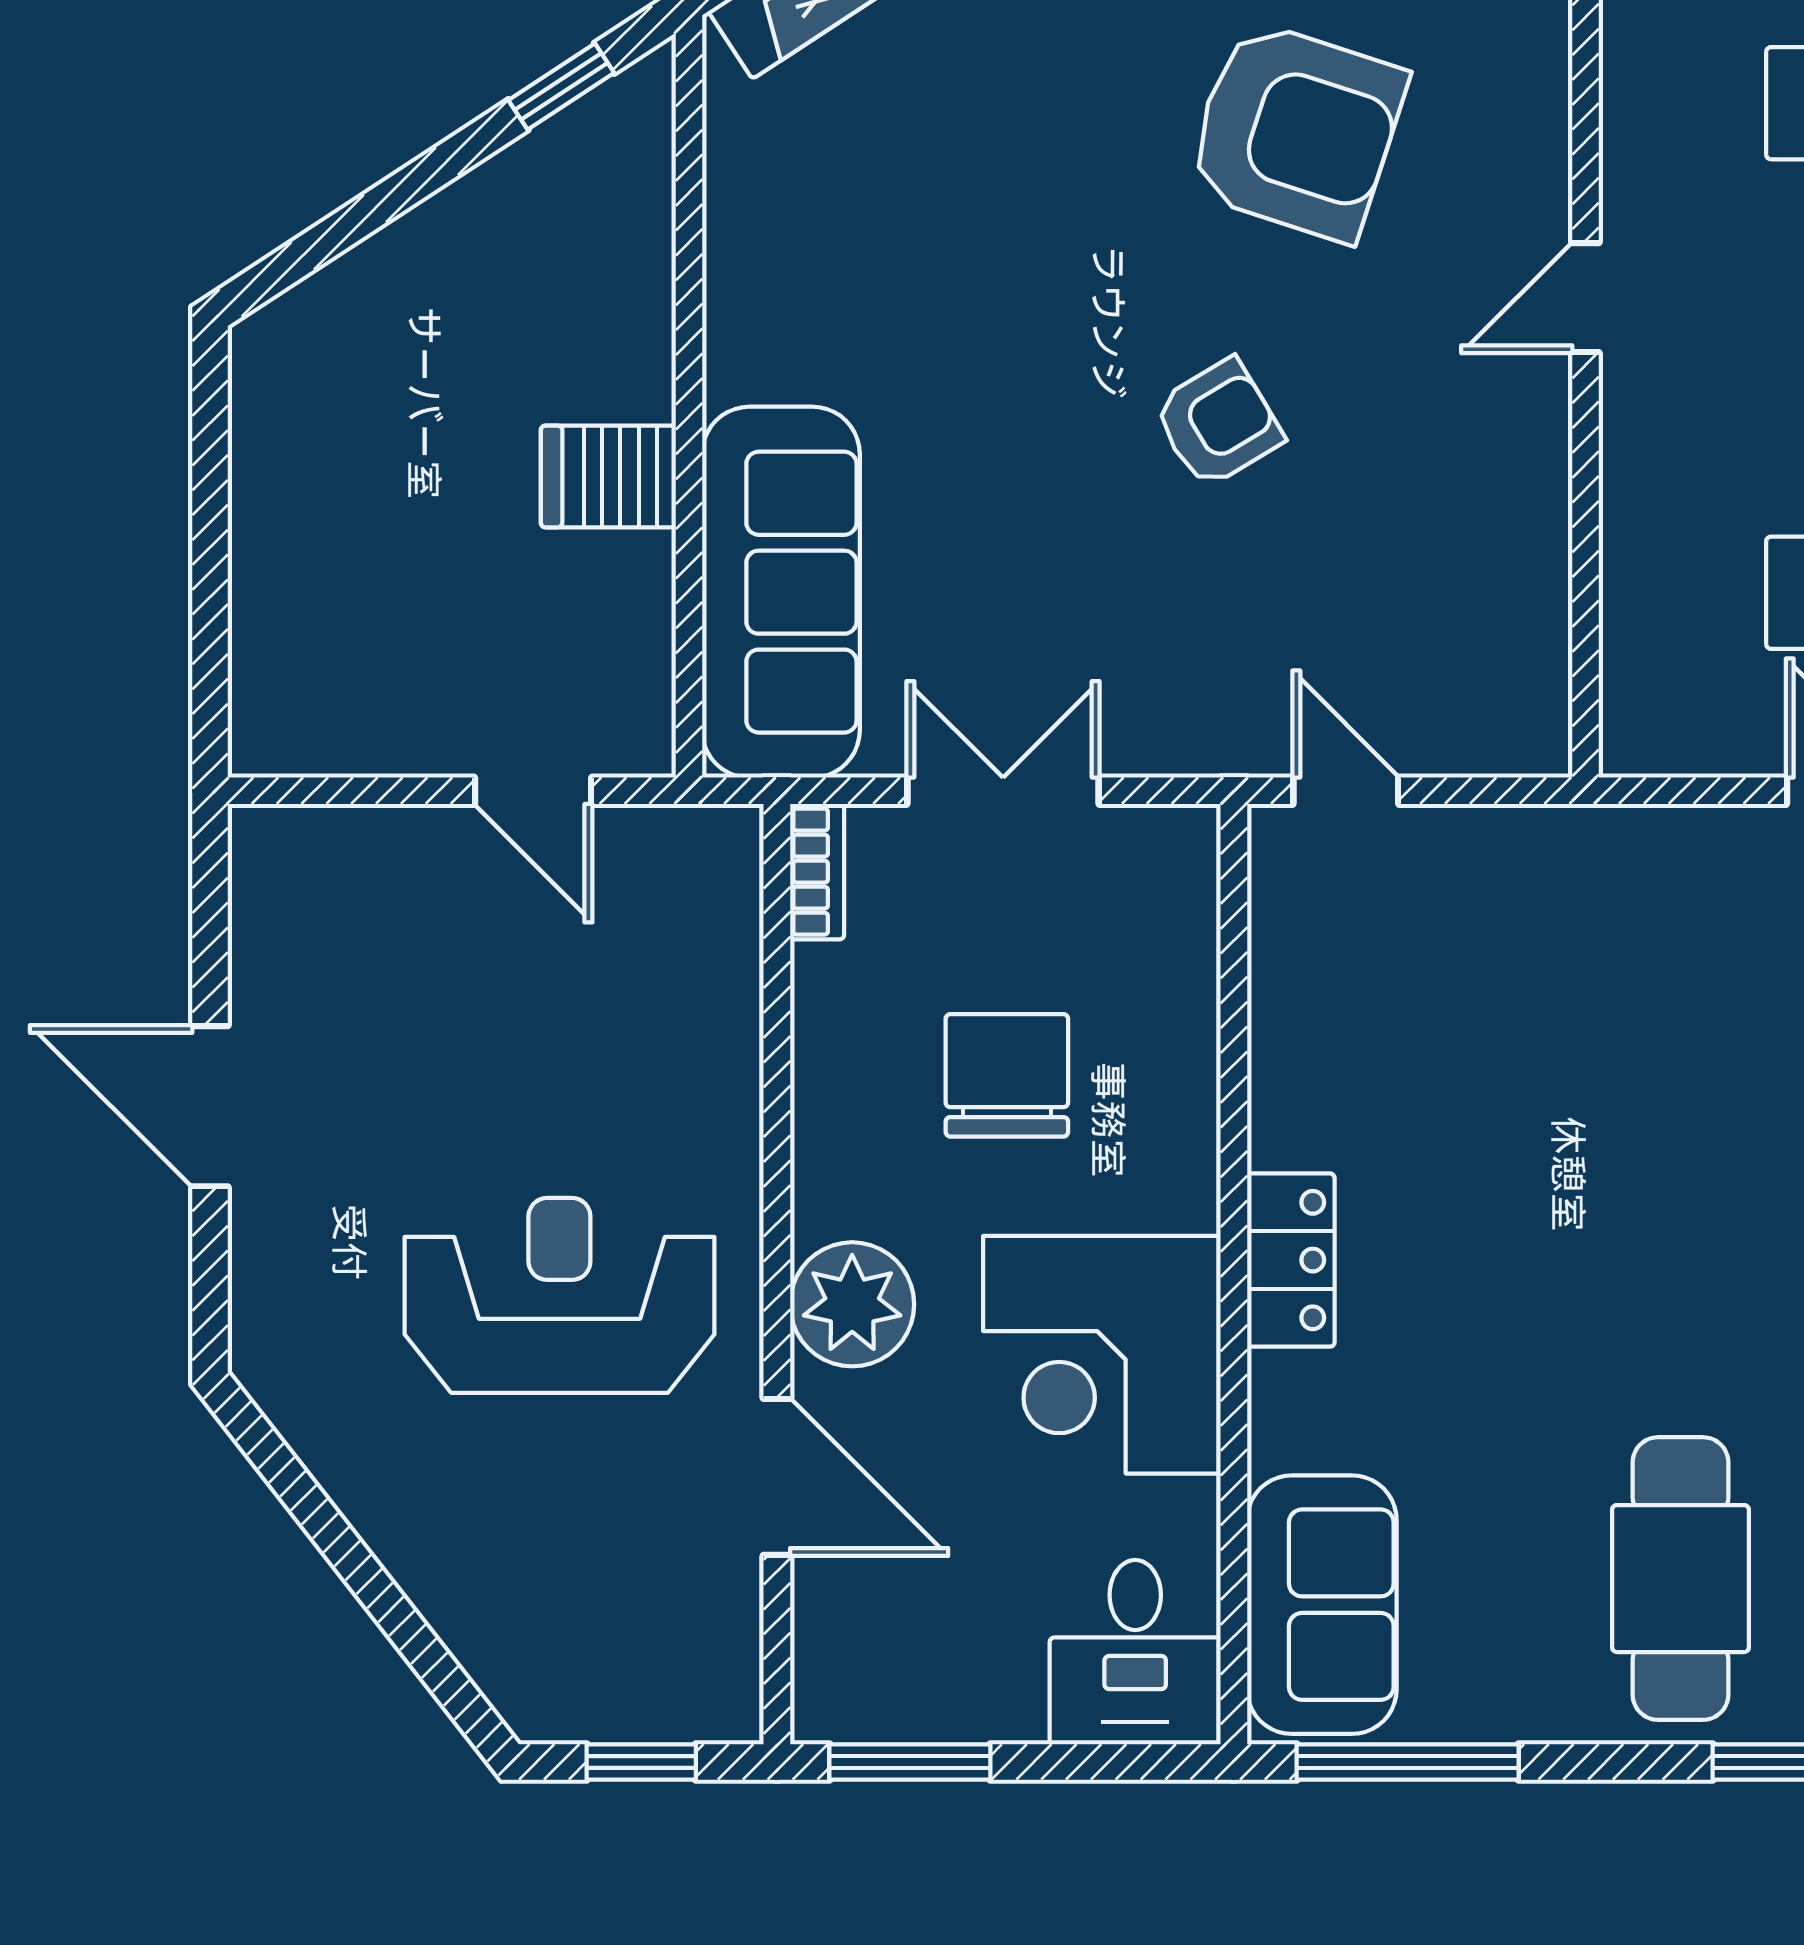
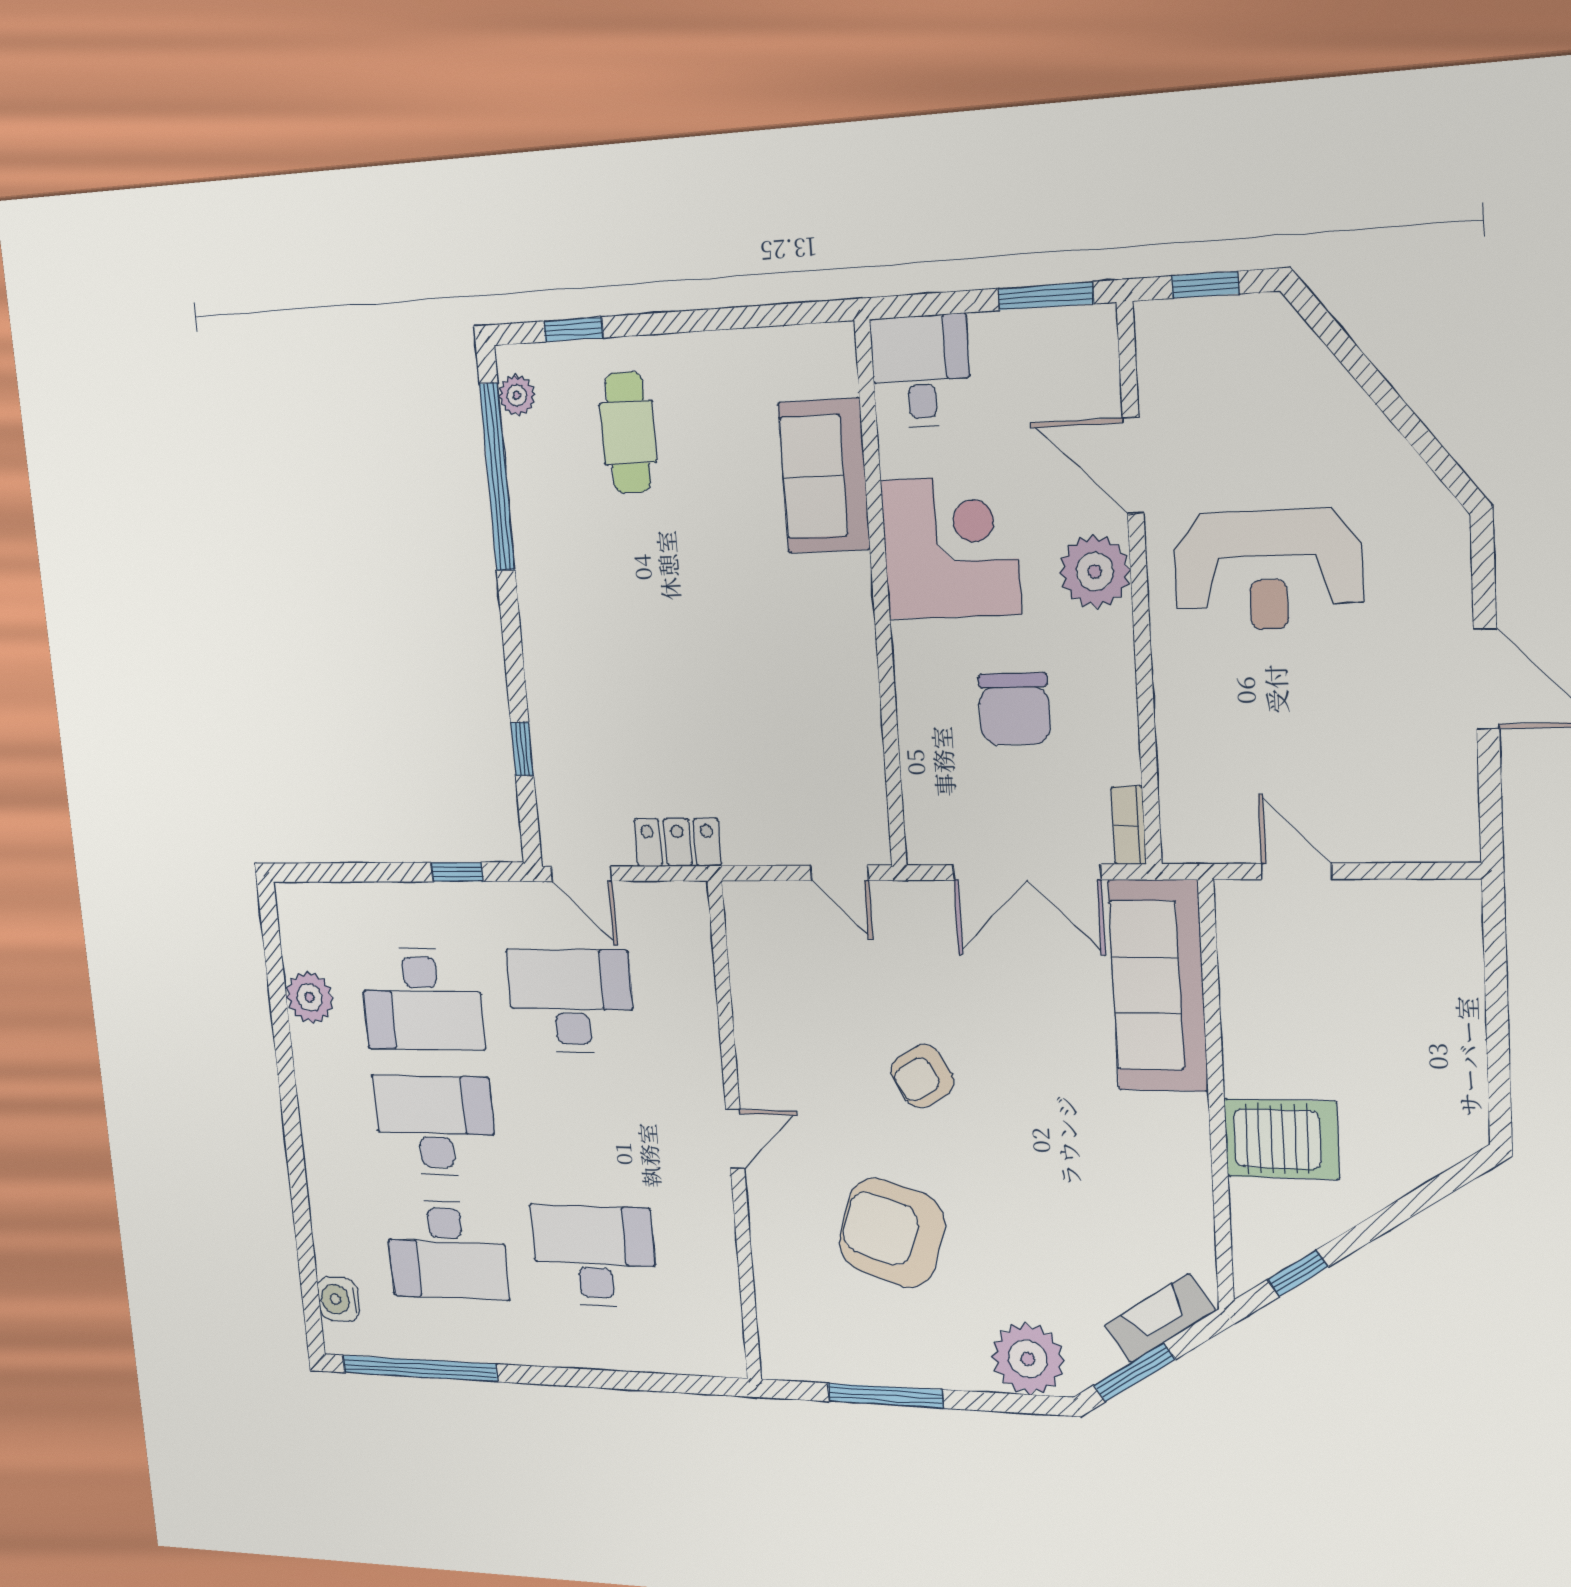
server rack: (608, 476) -> (1282, 1139), moved, width x1.36, depth x1.44
double door: (1003, 791) -> (1026, 872), width x1.37
locker: (1291, 1260) -> (678, 842), moved, turned 90
cafe table: (1680, 1579) -> (628, 433), width x0.73, depth x0.74
sofa: (1322, 1605) -> (824, 476), moved
window: (1408, 1762) -> (765, 316), removed

